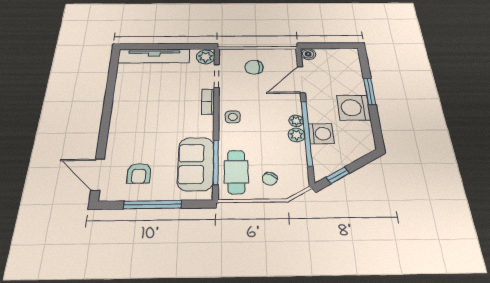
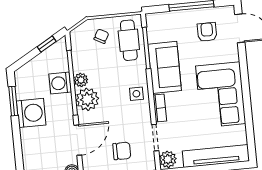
window: (370, 91) -> (13, 101), moved
corner sofa: (137, 109) -> (221, 95), added
plant: (296, 121) -> (87, 99), width x1.88, depth x1.88
sofa: (196, 164) -> (165, 67), moved

